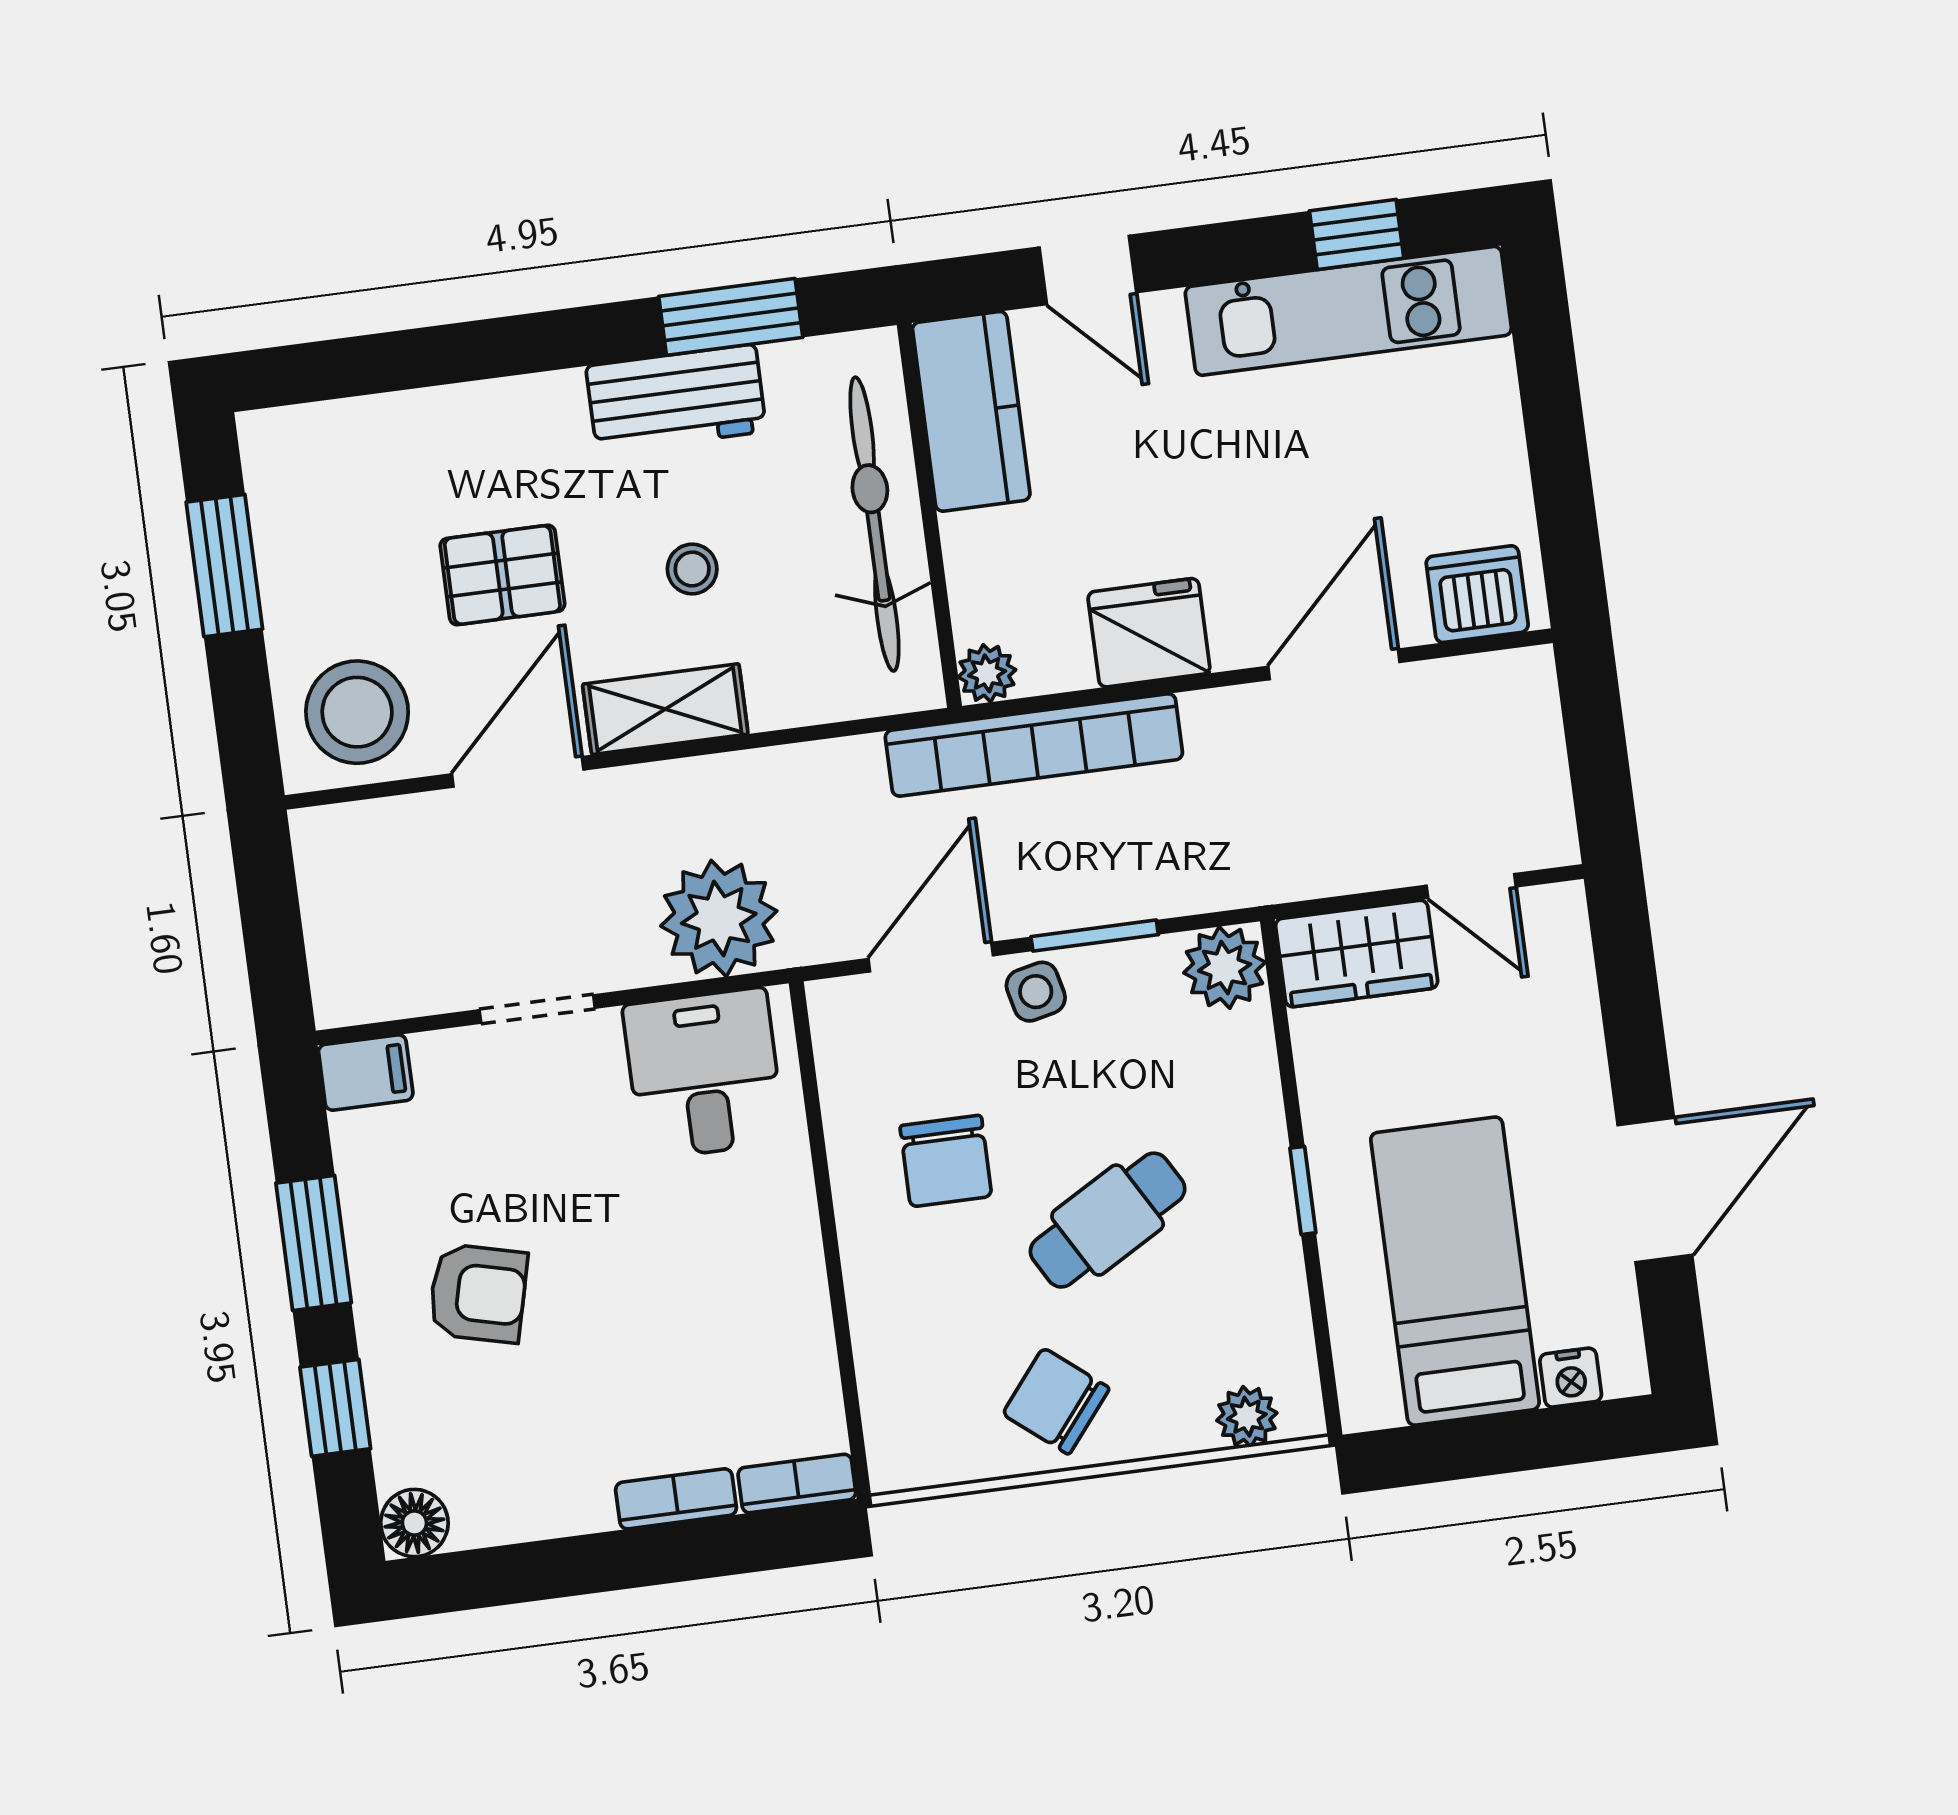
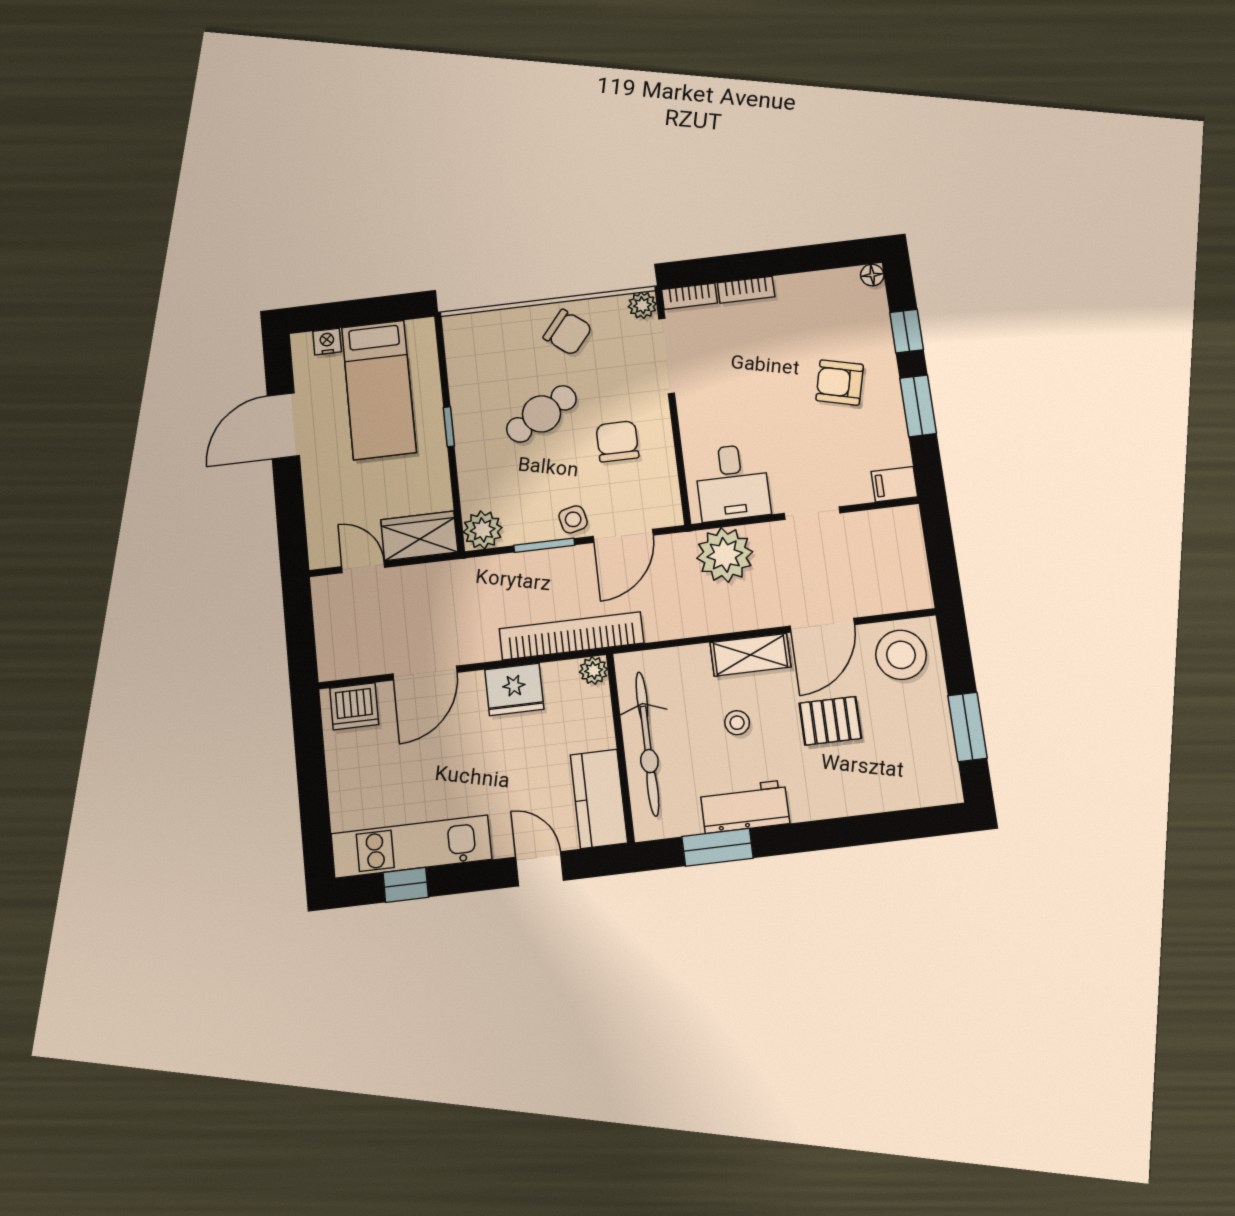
doorway: (844, 1350) -> (667, 356), added
plant: (1247, 1417) -> (642, 305), moved
floor lamp: (414, 1523) -> (872, 275), width x0.73, depth x0.73

